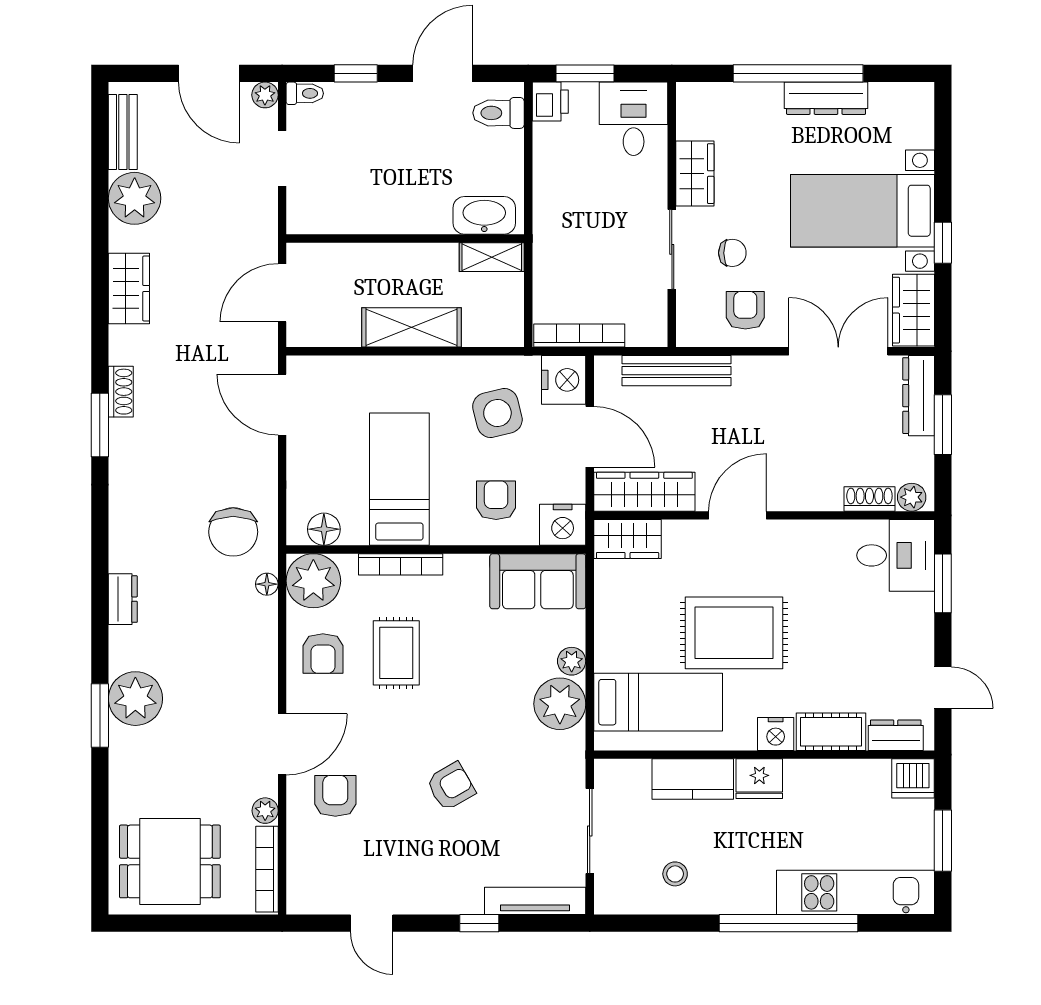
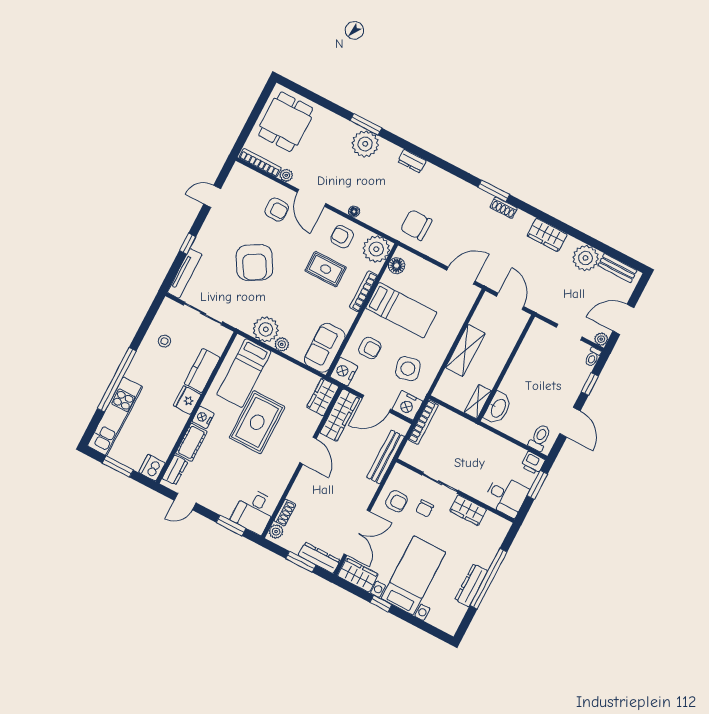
floor lamp: (267, 584) -> (354, 212), moved
armchair: (451, 786) -> (254, 263), width x1.88, depth x1.88

